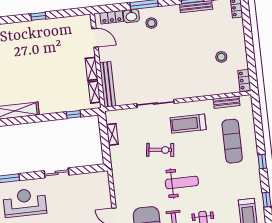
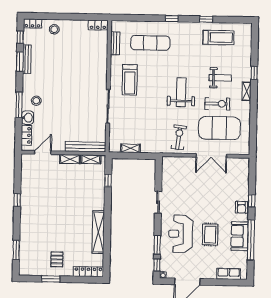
stool: (221, 57) -> (54, 29), moved
exercise bike: (160, 150) -> (179, 137), moved

